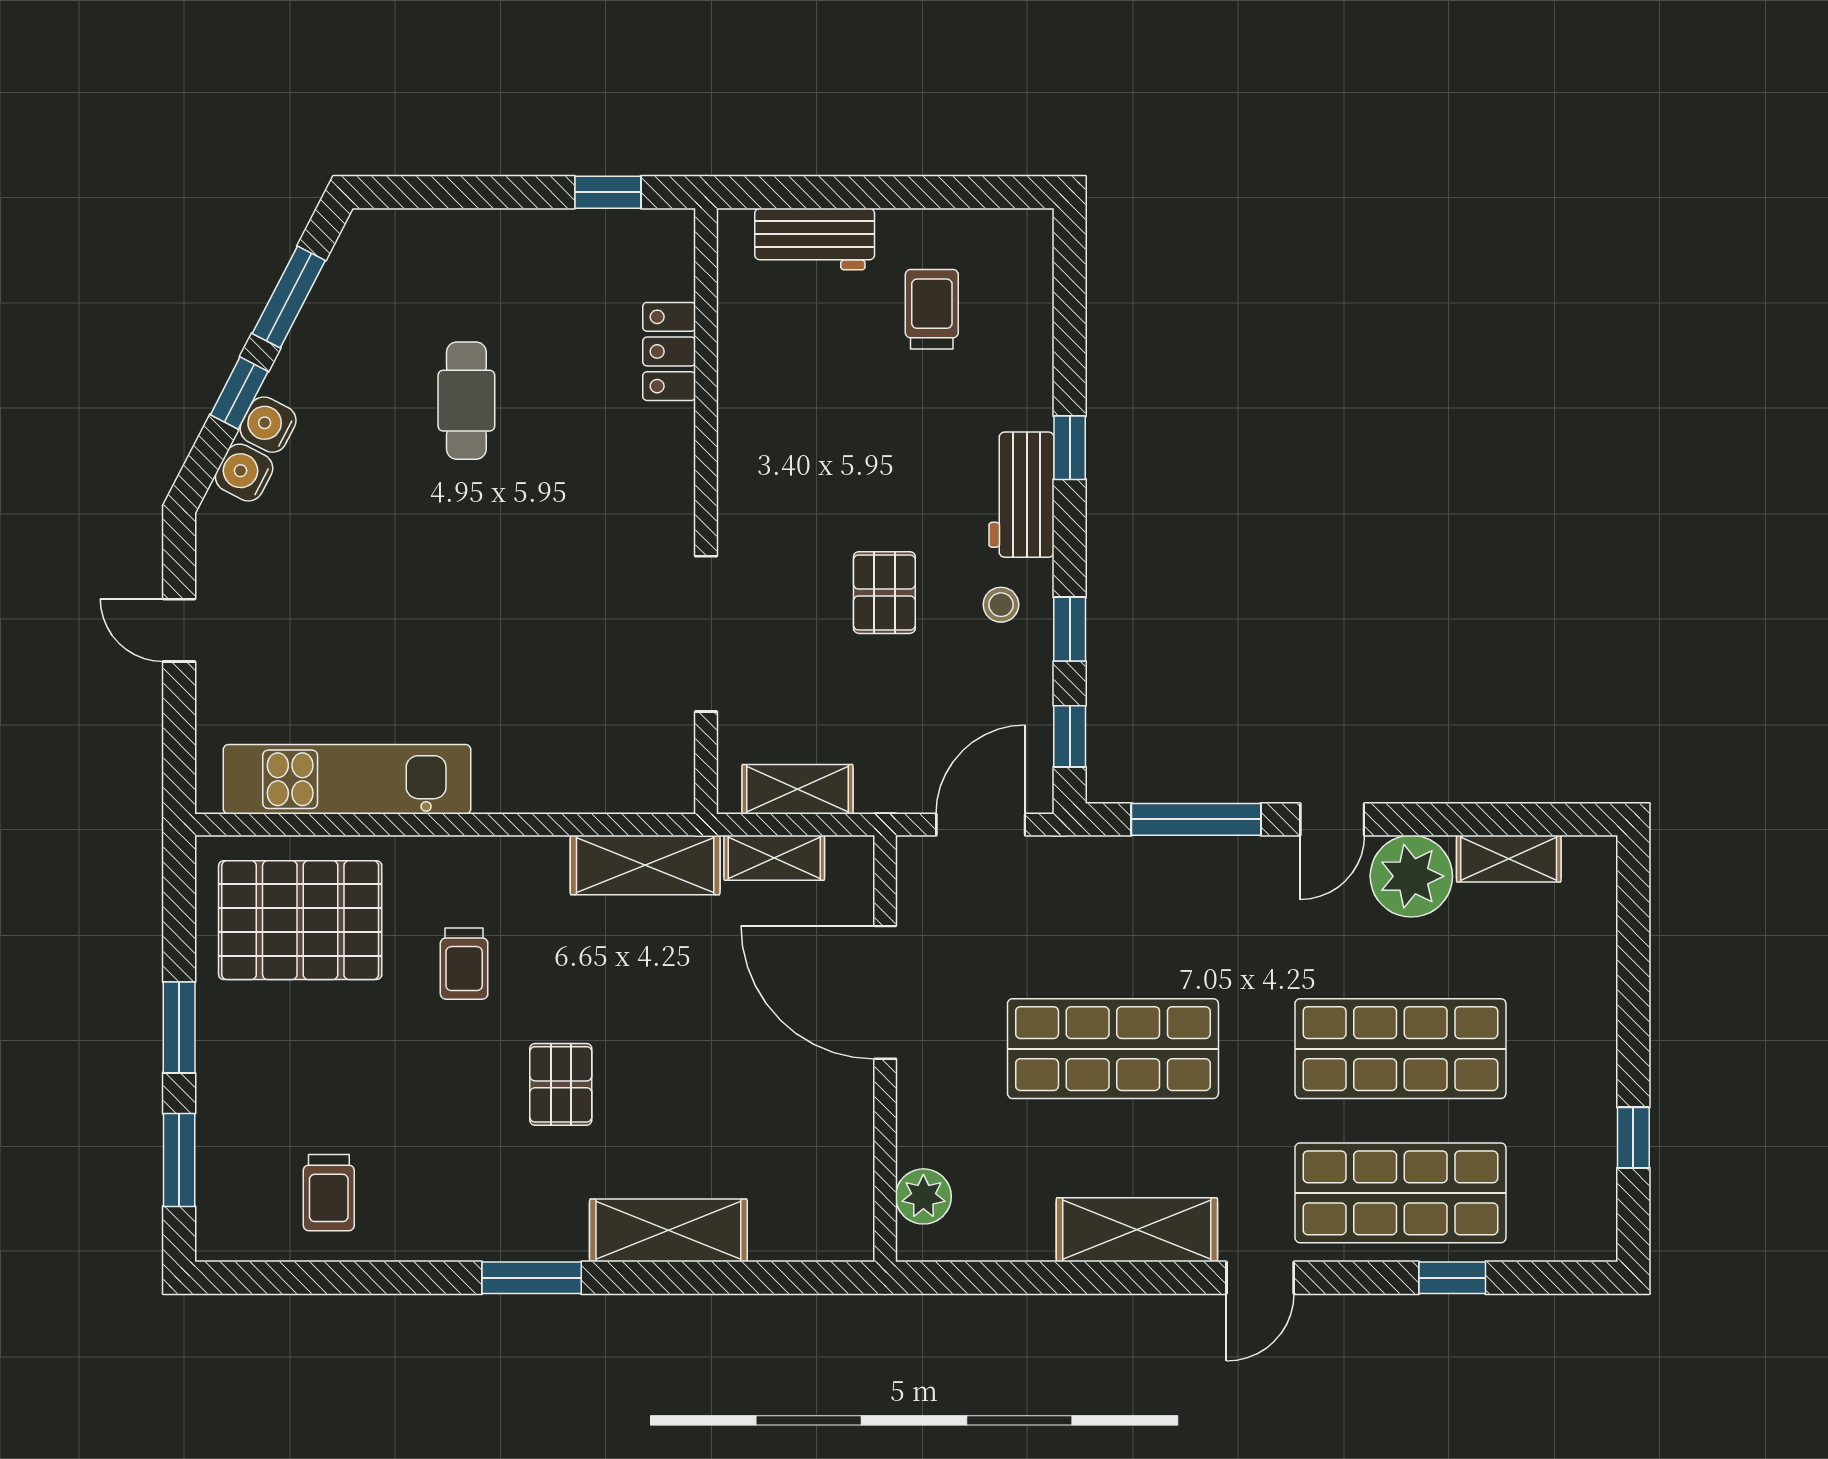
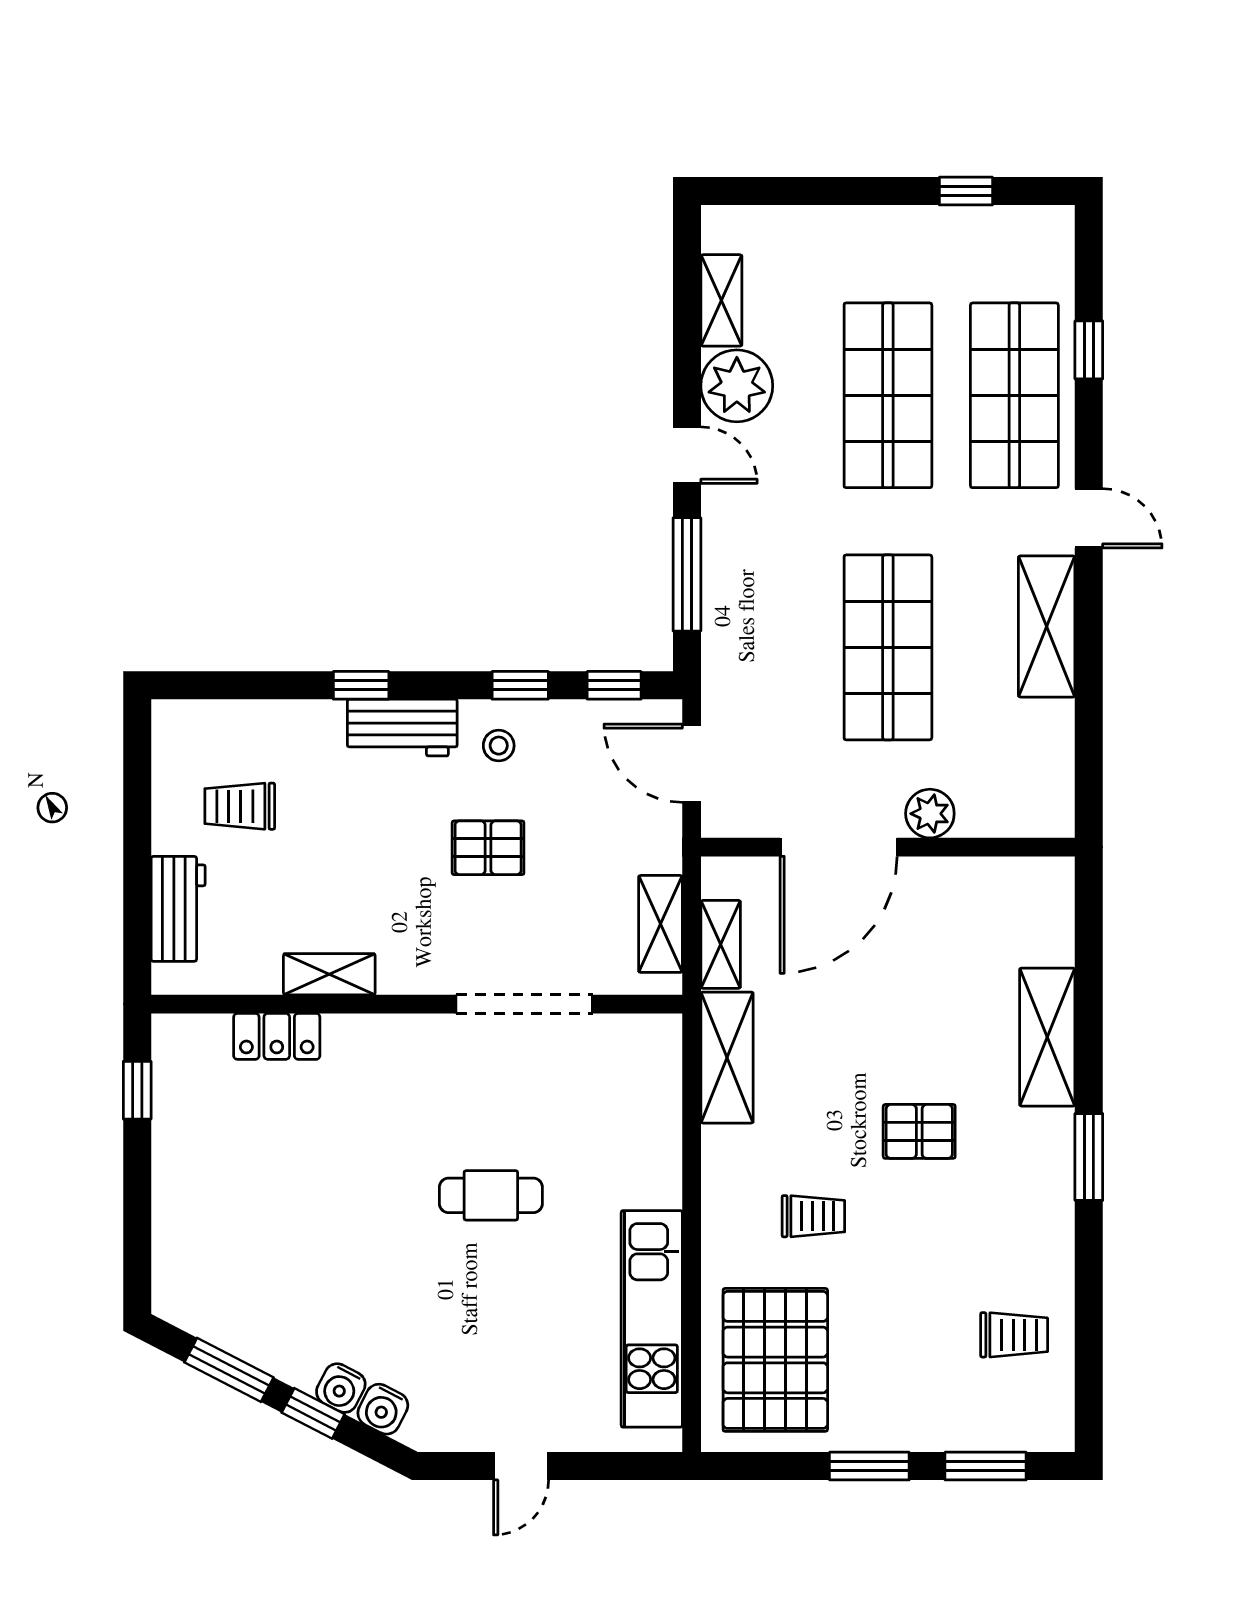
cafe table: (466, 401) -> (491, 1195), moved
shelving: (740, 411) -> (329, 974), added
plant: (923, 1196) -> (930, 814), moved

